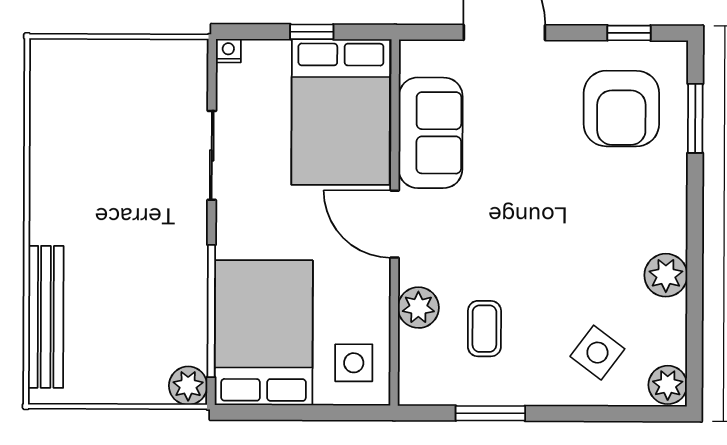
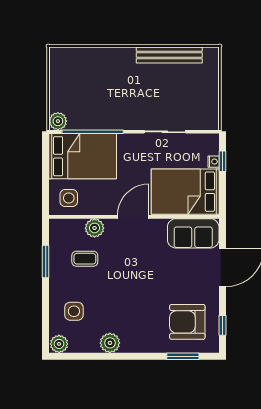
window: (312, 32) -> (222, 161), moved
nightstand: (228, 51) -> (214, 162), moved
sofa: (431, 133) -> (193, 233), moved
bench: (46, 317) -> (169, 55), moved
side table: (597, 353) -> (74, 311), turned -37

